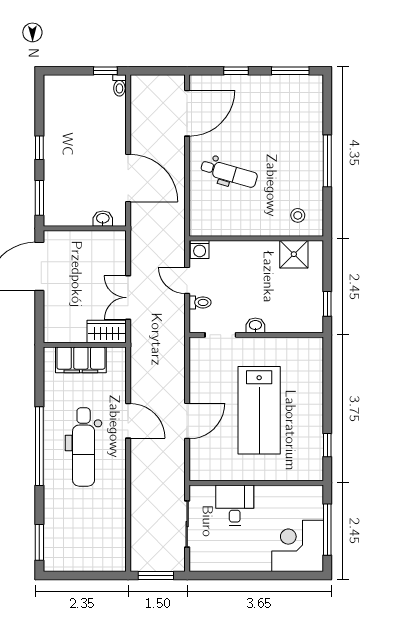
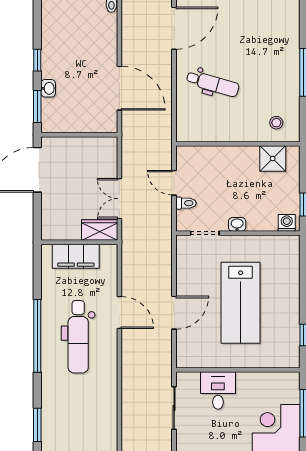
washbasin: (103, 219) -> (48, 88), moved, turned 90
washing machine: (200, 249) -> (287, 223), moved, turned 180

